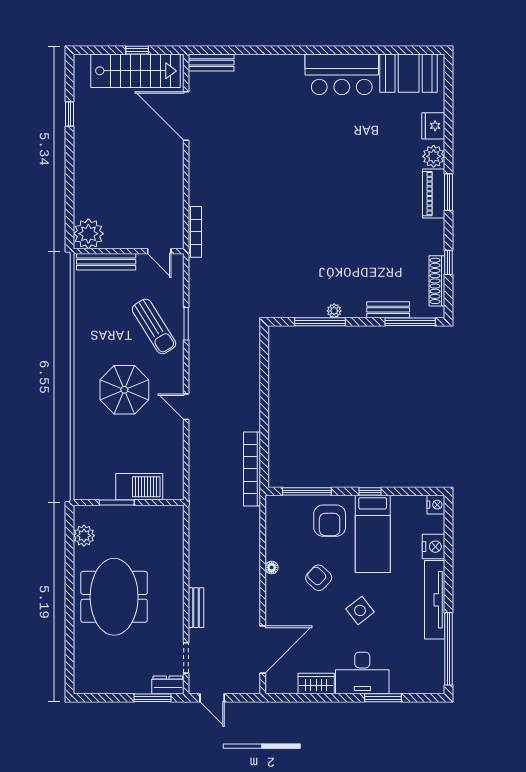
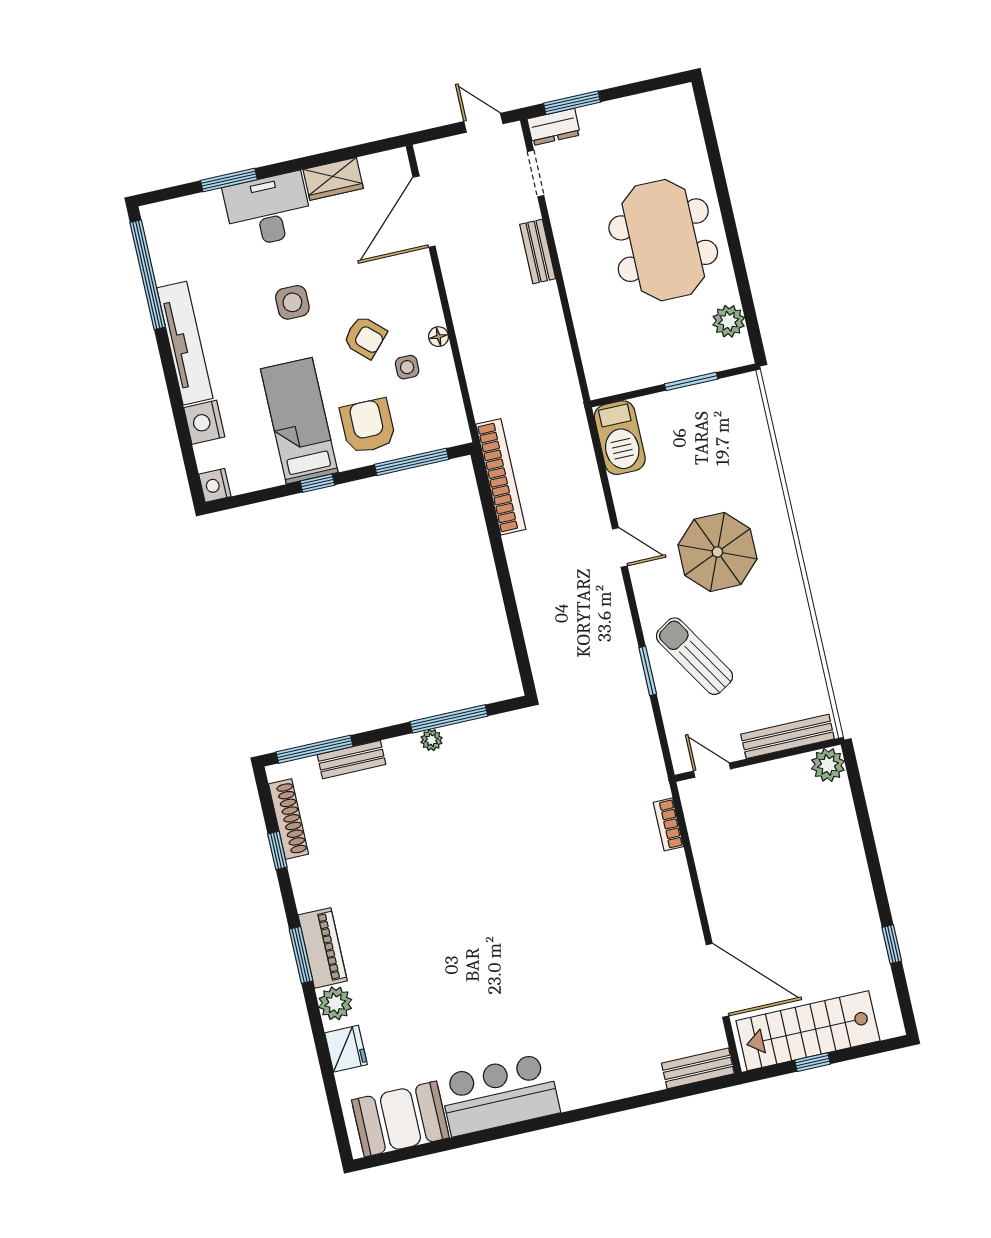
bookcase: (195, 232) -> (668, 824), width x0.64
plant: (88, 234) -> (828, 765), width x0.73, depth x0.73
barbecue: (139, 487) -> (620, 438), moved, turned -90
side table: (296, 553) -> (407, 367), added
side table: (360, 610) -> (292, 302), turned 38

